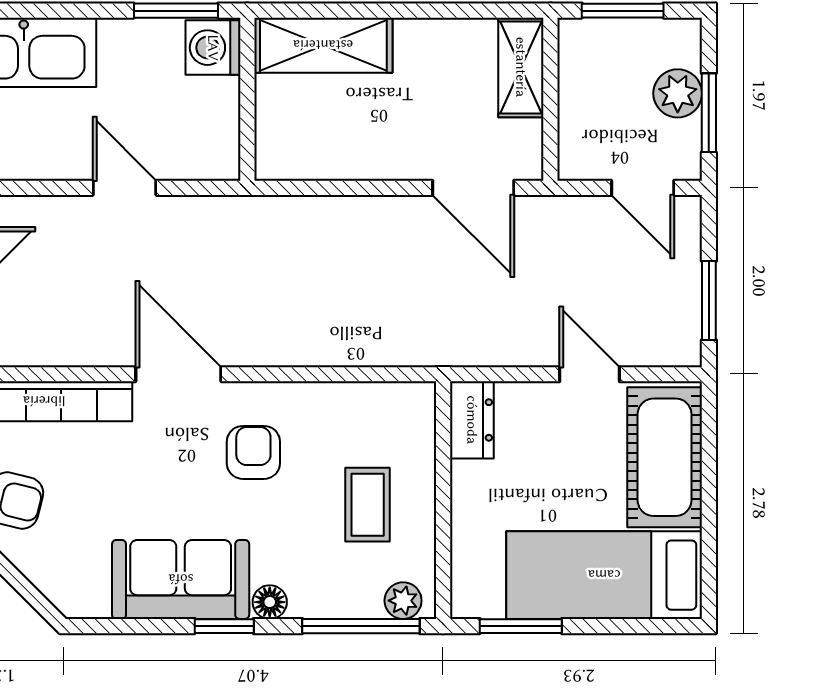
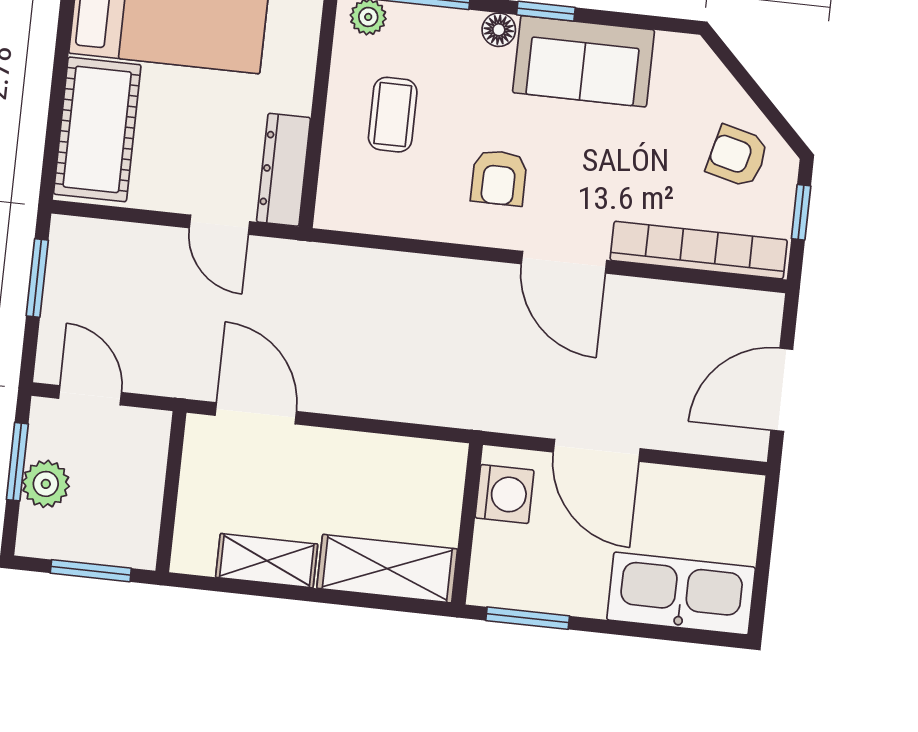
washing machine: (213, 48) -> (505, 494), moved
shelving: (521, 67) -> (267, 561), moved, turned 90
door: (125, 188) -> (597, 450), width x1.38
door: (589, 374) -> (219, 225), moved
dresser: (472, 420) -> (284, 170), width x1.44

